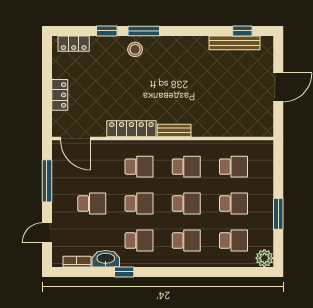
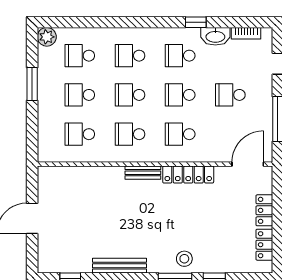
bench: (234, 43) -> (120, 266), moved
locker: (74, 44) -> (264, 245), moved, turned -90
door: (75, 138) -> (248, 164), hinge flipped

